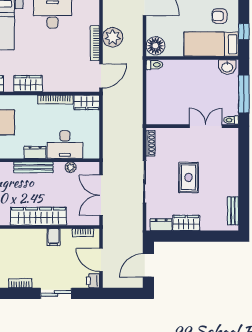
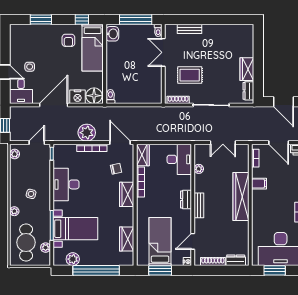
nightstand: (154, 27) -> (78, 97), added
chair: (71, 71) -> (116, 169), added
wardrobe: (28, 84) -> (127, 194), moved
desk: (65, 145) -> (179, 159), moved
bench: (33, 167) -> (199, 205), width x0.73
rug: (189, 177) -> (190, 75), moved
double door: (101, 195) -> (223, 143), width x0.73
bench: (233, 211) -> (189, 29), moved
door: (101, 260) -> (279, 143), hinge flipped

